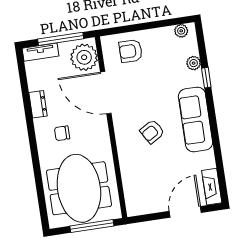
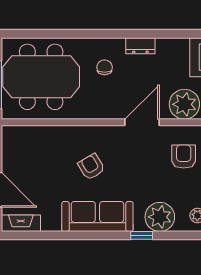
plant: (194, 63) -> (160, 217), width x1.88, depth x1.88
door: (106, 93) -> (142, 122), width x0.73

